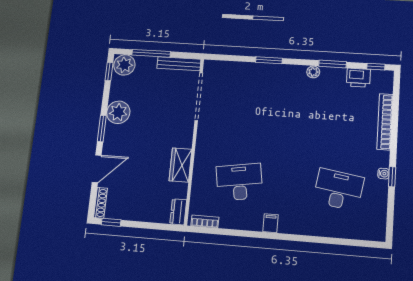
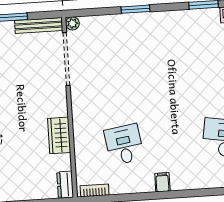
plant: (313, 72) -> (72, 23), moved
desk: (239, 182) -> (124, 145), width x0.73

